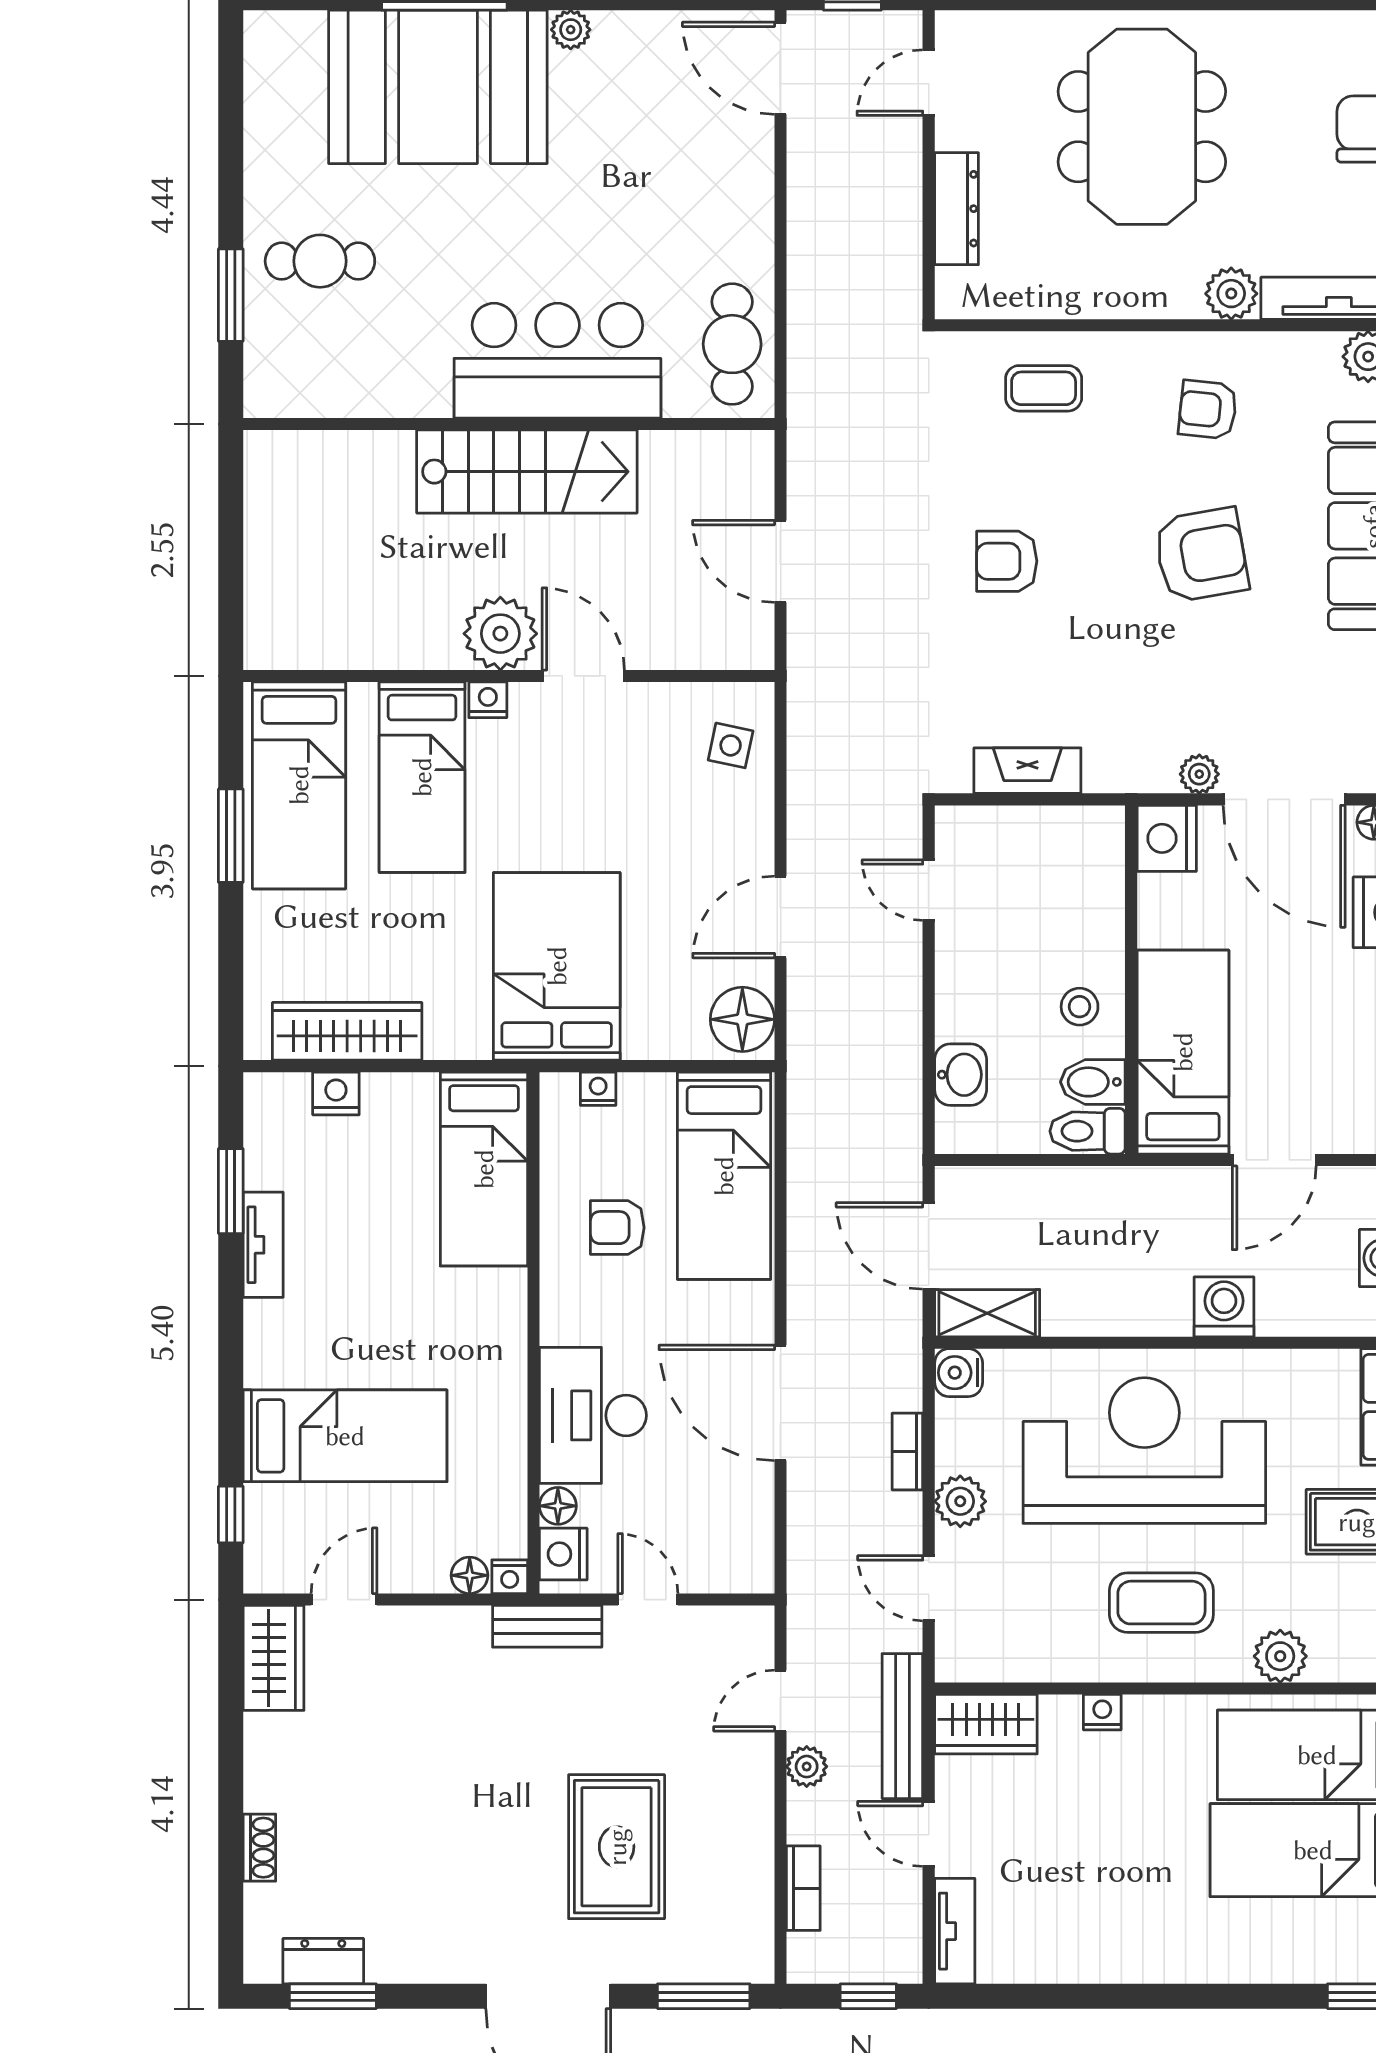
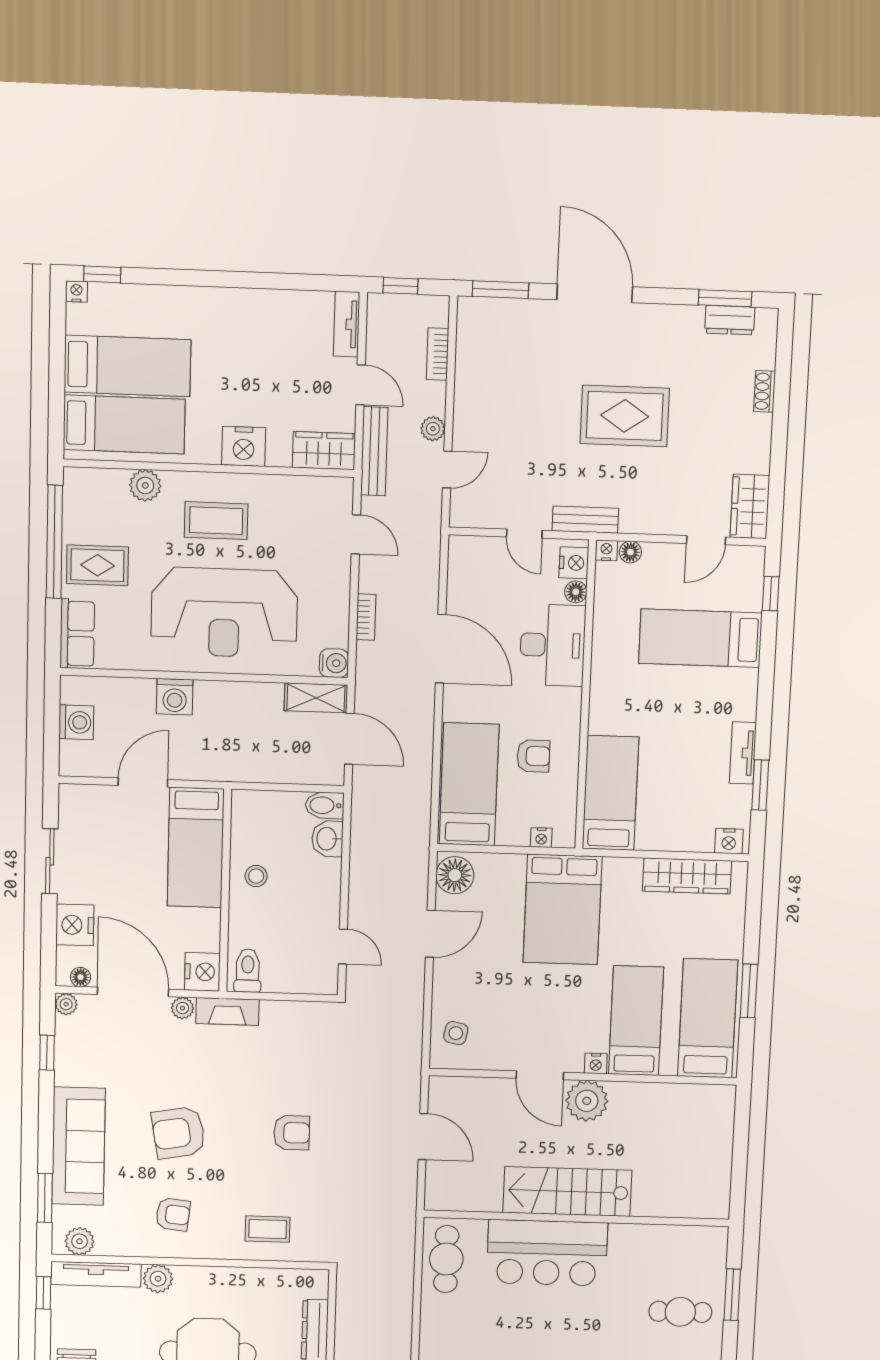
fireplace: (1027, 771) -> (227, 1011), moved
bidet: (1093, 1082) -> (325, 805), moved, turned 180
nightstand: (336, 1093) -> (729, 841), moved
toilet: (1088, 1131) -> (248, 971), moved, turned -90
plant: (960, 1501) -> (335, 586), removed
nightstand: (1102, 1712) -> (244, 446), width x1.89, depth x1.79
rug: (617, 1847) -> (625, 416), moved, turned 90

